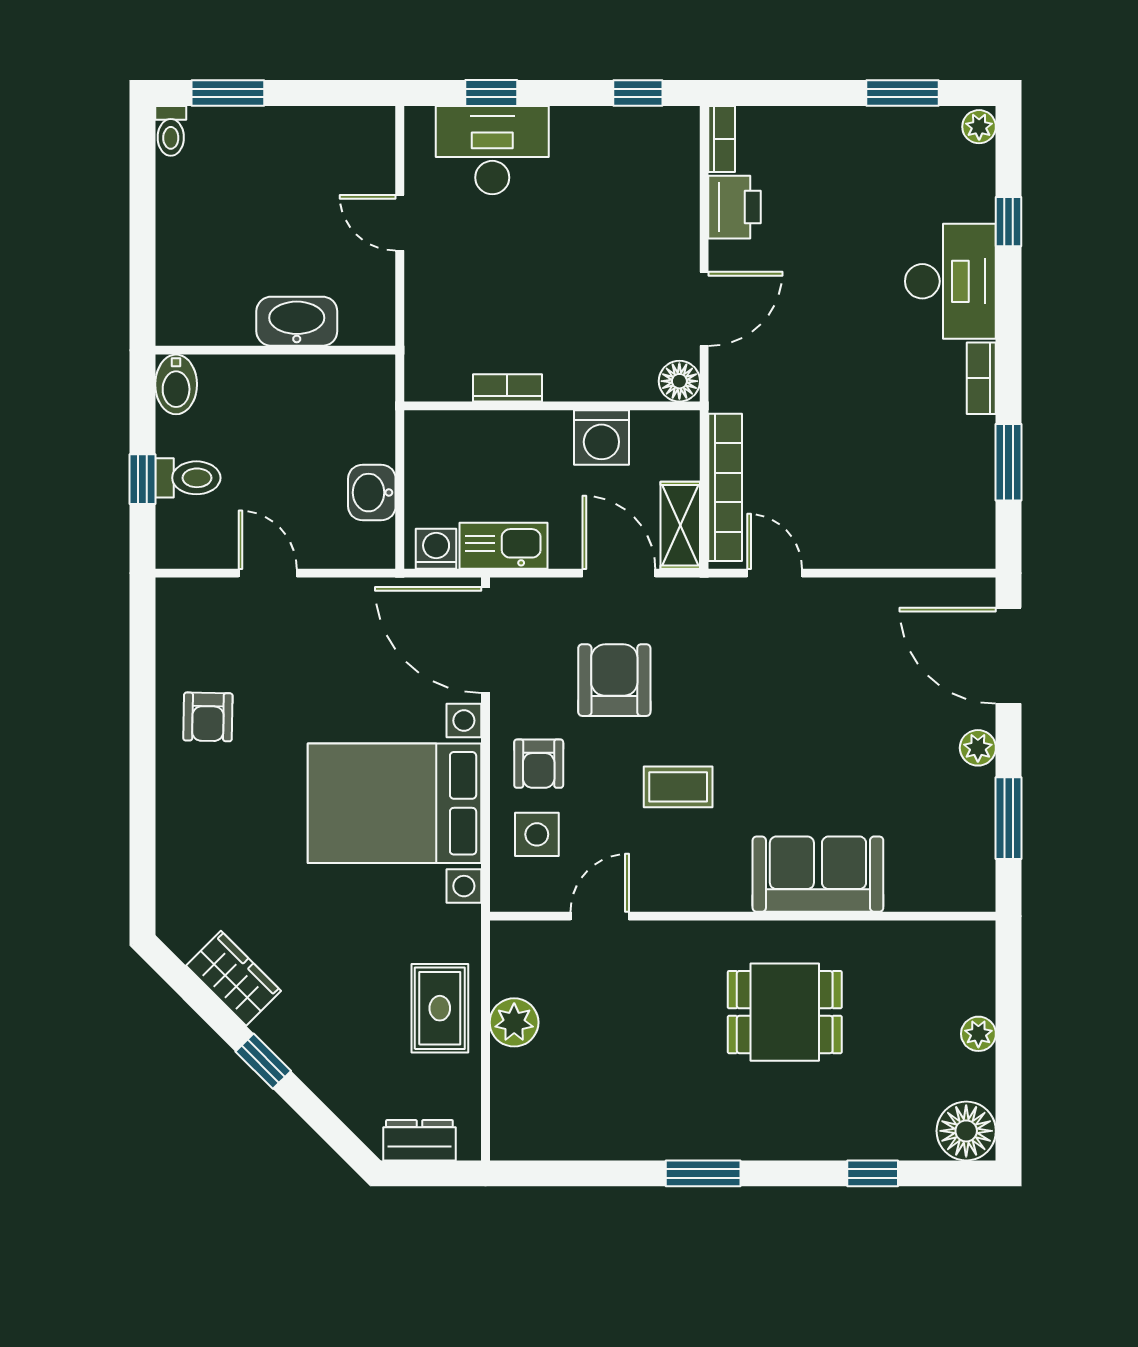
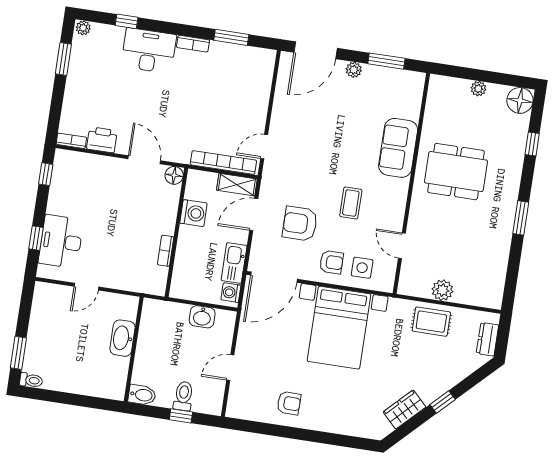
dining table: (785, 1012) -> (456, 172), width x1.38

